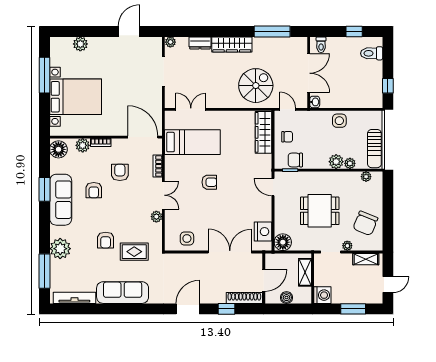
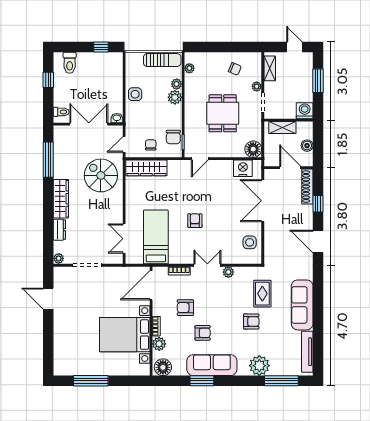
plant: (80, 44) -> (60, 346), removed
bed with nightstands: (76, 97) -> (125, 335), moved, turned -90
chair: (365, 223) -> (235, 69), width x0.54, depth x0.54

